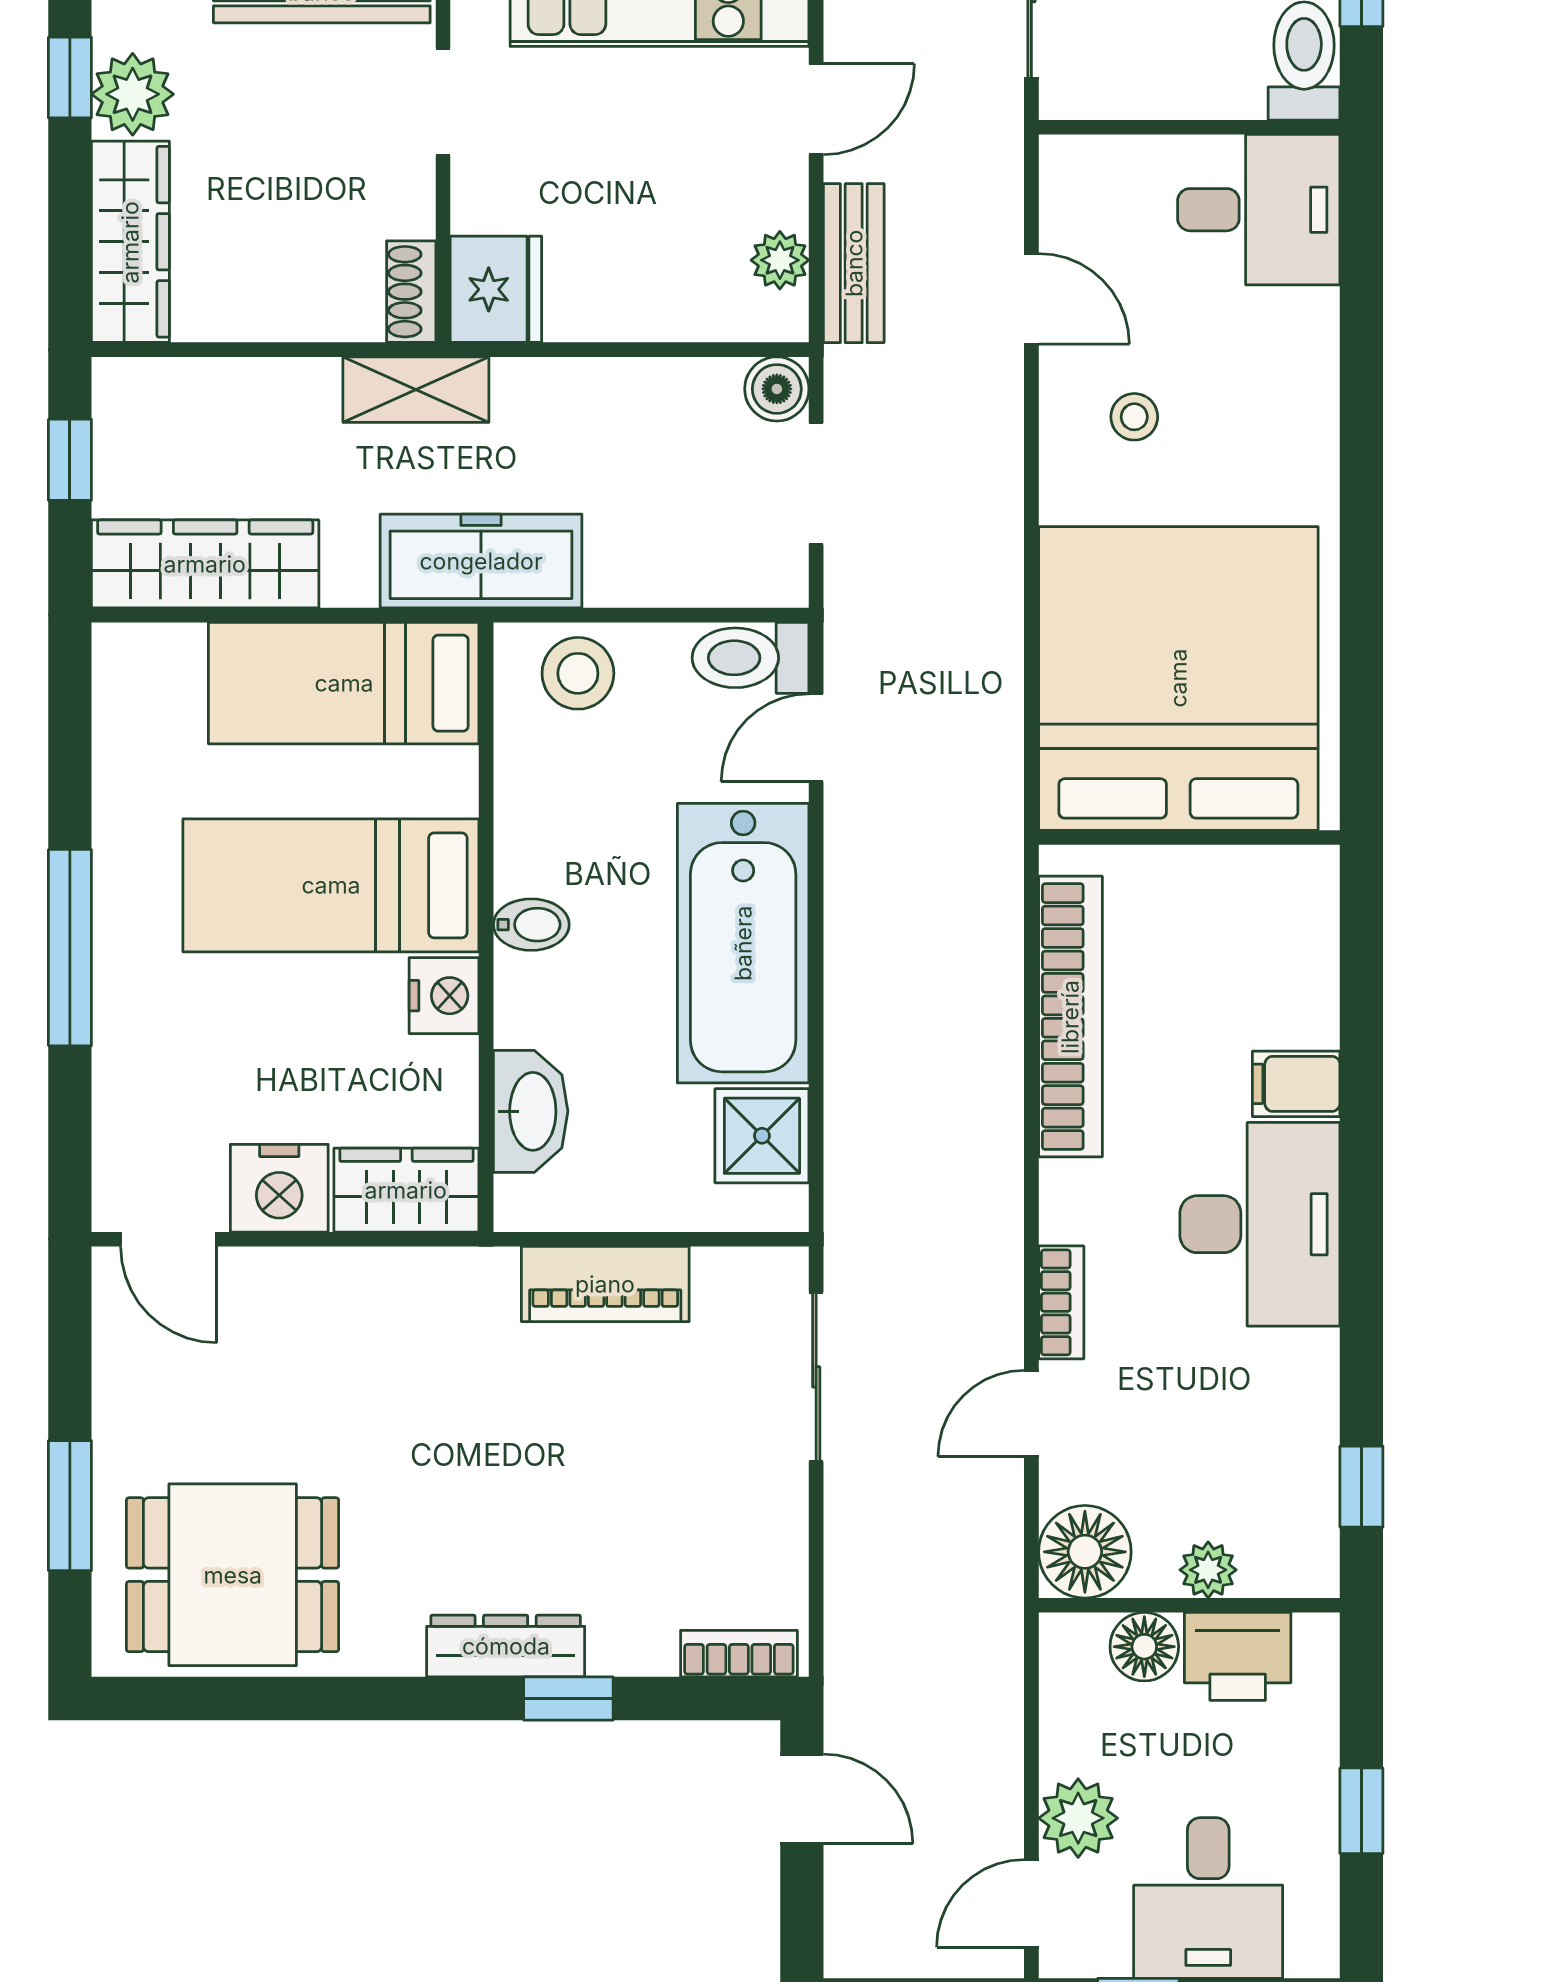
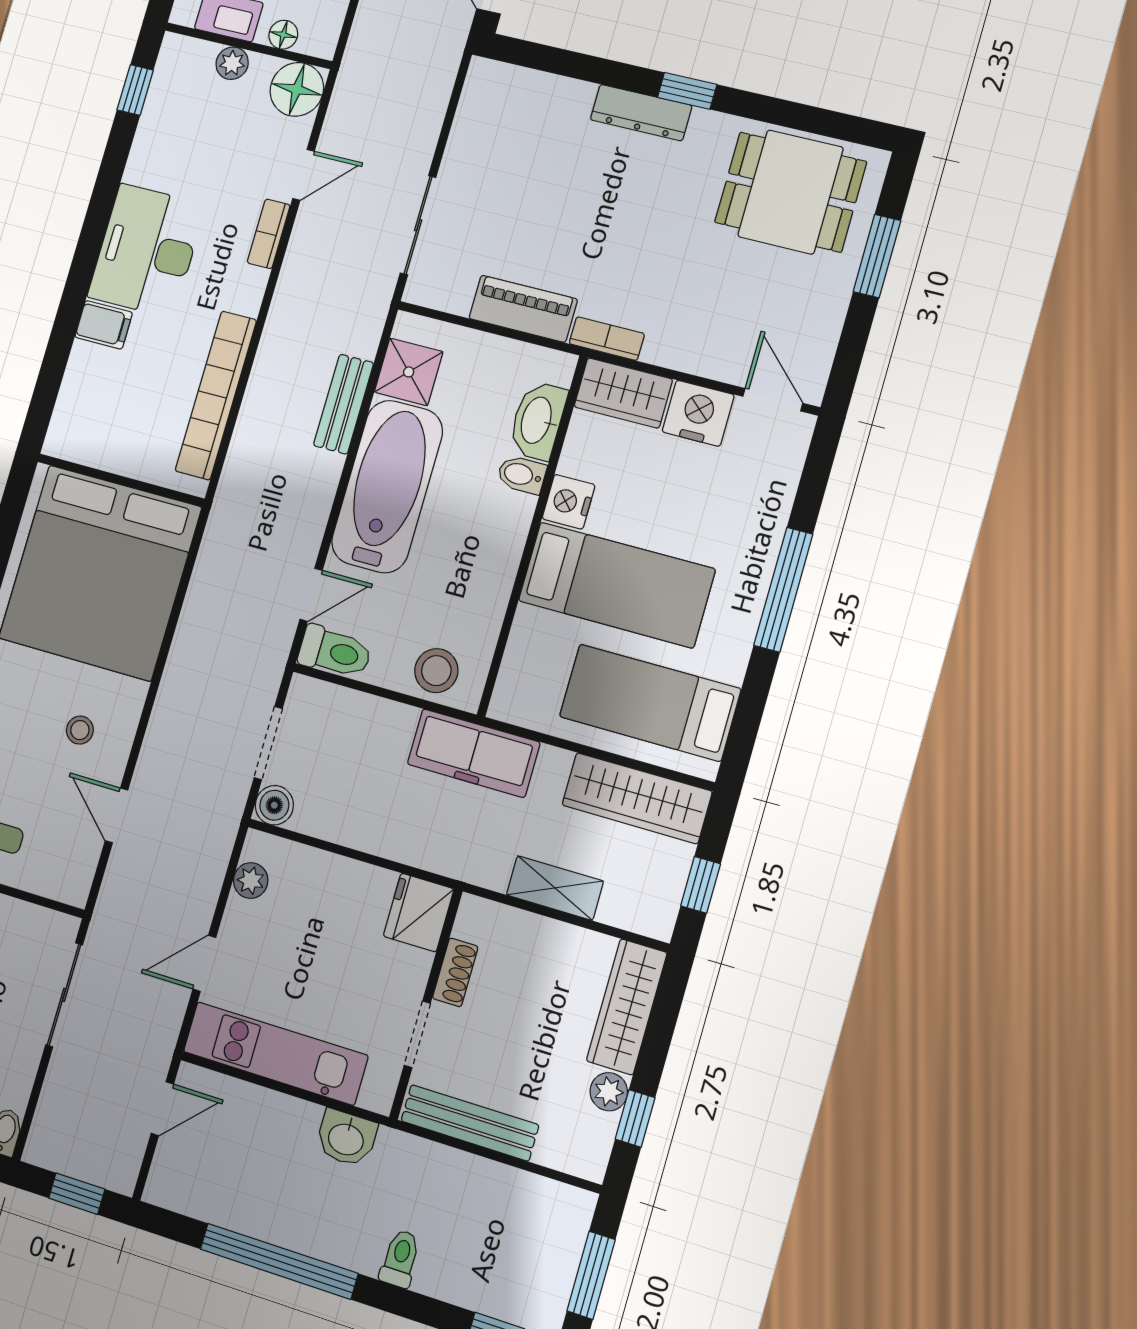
plant: (133, 94) -> (609, 1092), width x0.73, depth x0.73
bench: (854, 263) -> (344, 404), moved
shoe rack: (411, 292) -> (455, 972), moved
shelving: (416, 390) -> (555, 888), moved
bed: (344, 683) -> (650, 703), moved, turned 180
bidet: (531, 925) -> (522, 475), moved
floor lamp: (1144, 1647) -> (283, 35), width x0.73, depth x0.73
bookcase: (739, 1654) -> (607, 339), moved, turned 180
window: (568, 1698) -> (687, 91), moved

